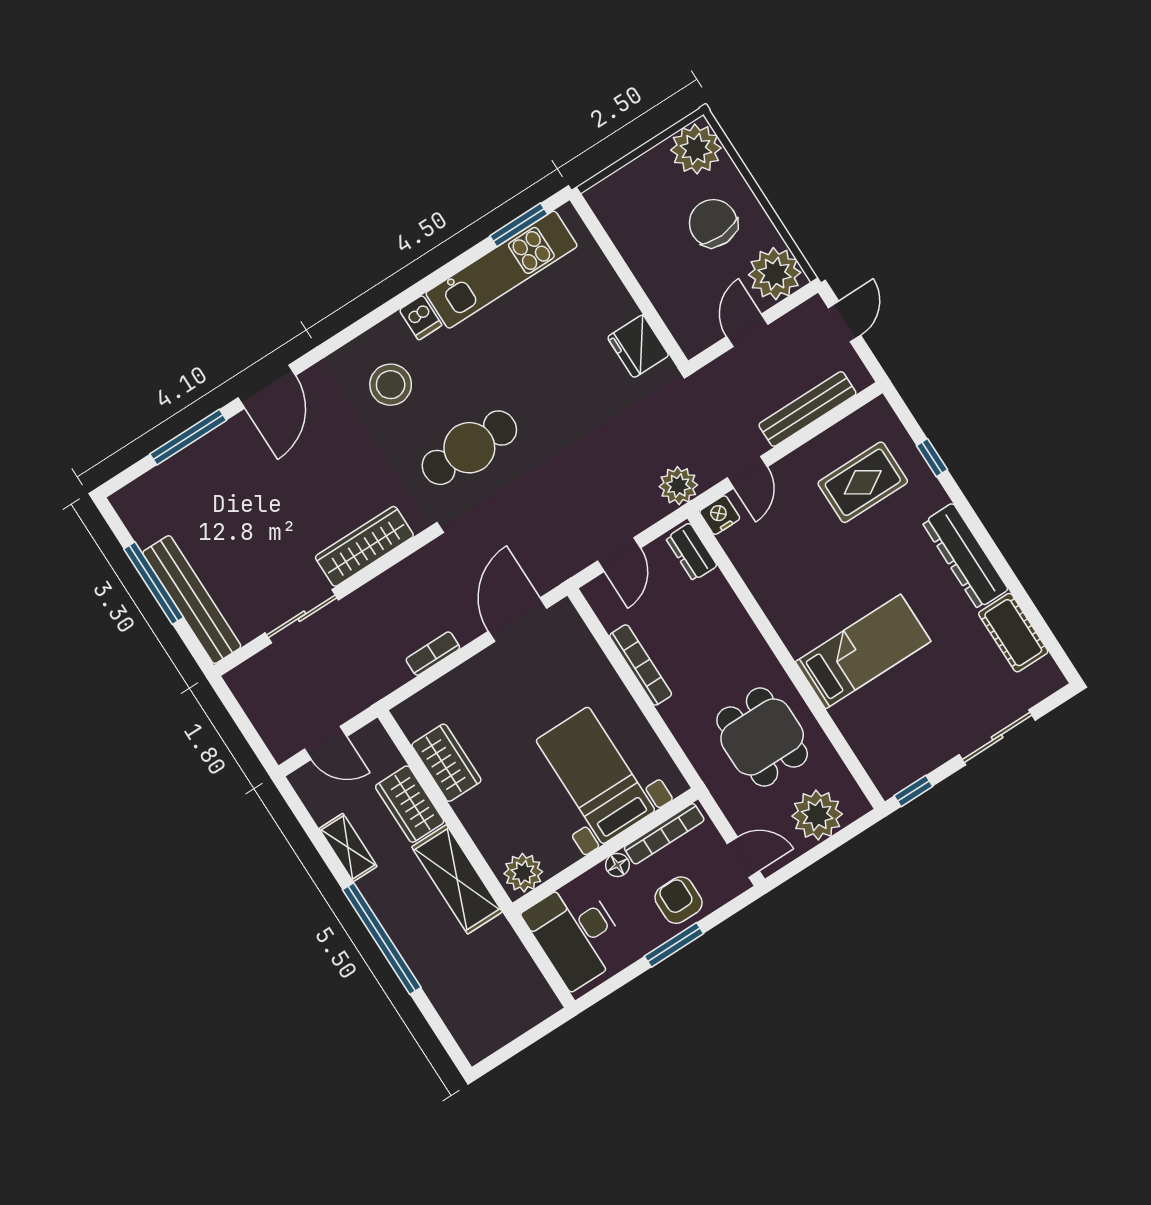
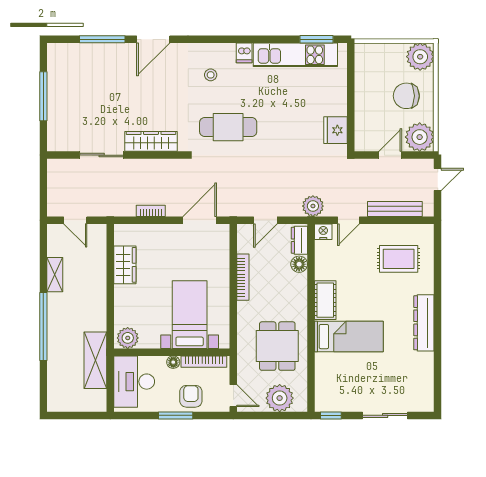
chair: (713, 223) -> (406, 96), turned -87
stool: (391, 385) -> (211, 75), width x0.53, depth x0.53
window: (932, 458) -> (438, 268), removed
floor lamp: (715, 589) -> (299, 264), added
bench: (192, 600) -> (56, 115), removed
cot: (1013, 633) -> (325, 300), moved
wardrobe: (410, 804) -> (96, 273), removed
shelving: (457, 879) -> (95, 360), moved

